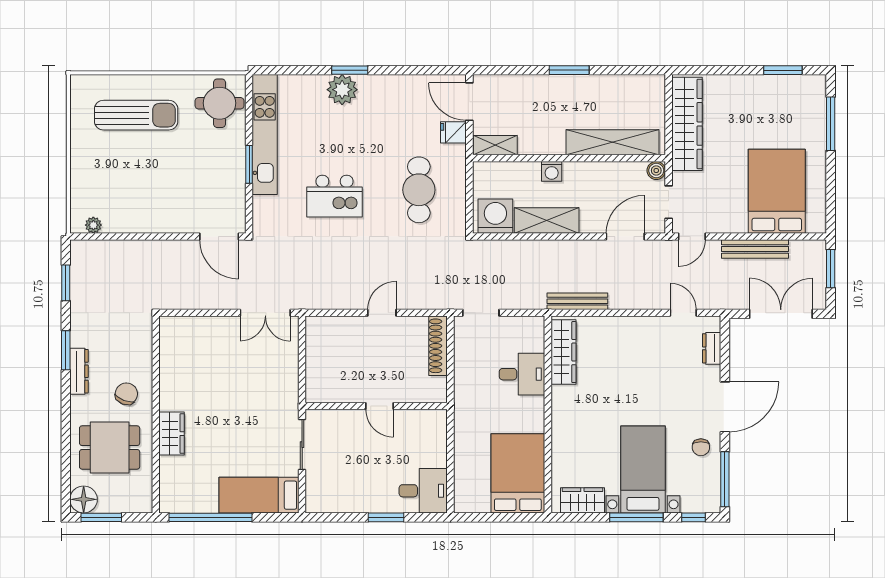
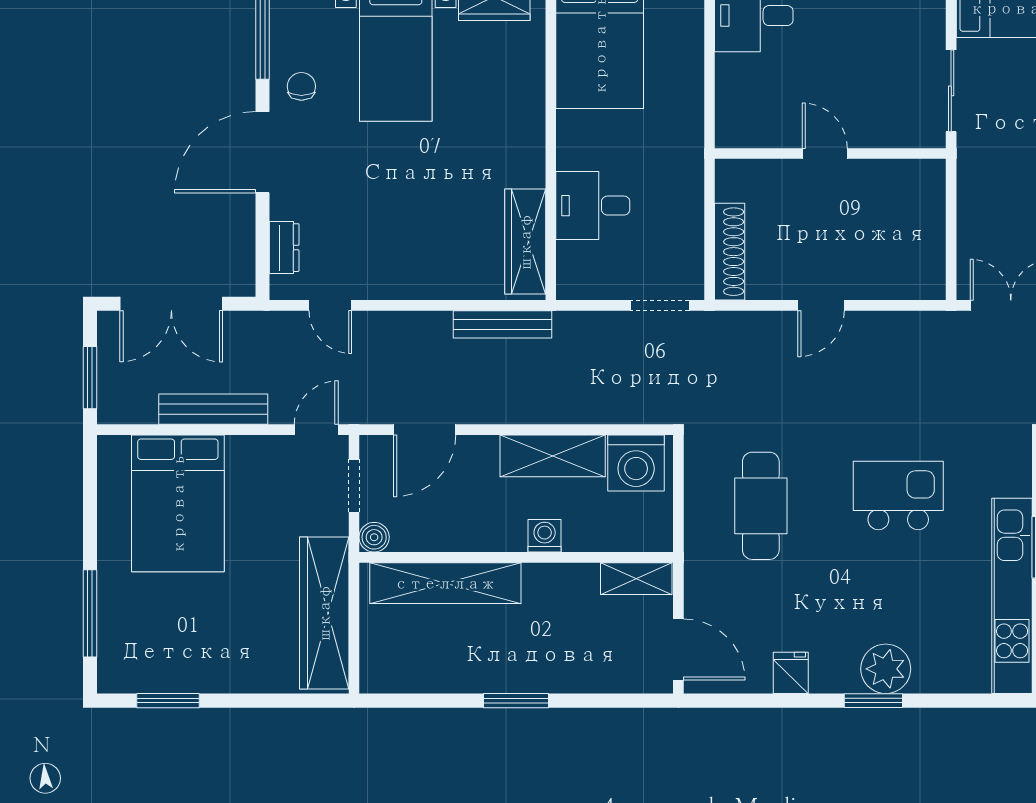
fridge: (453, 132) -> (791, 673), moved, turned -90

